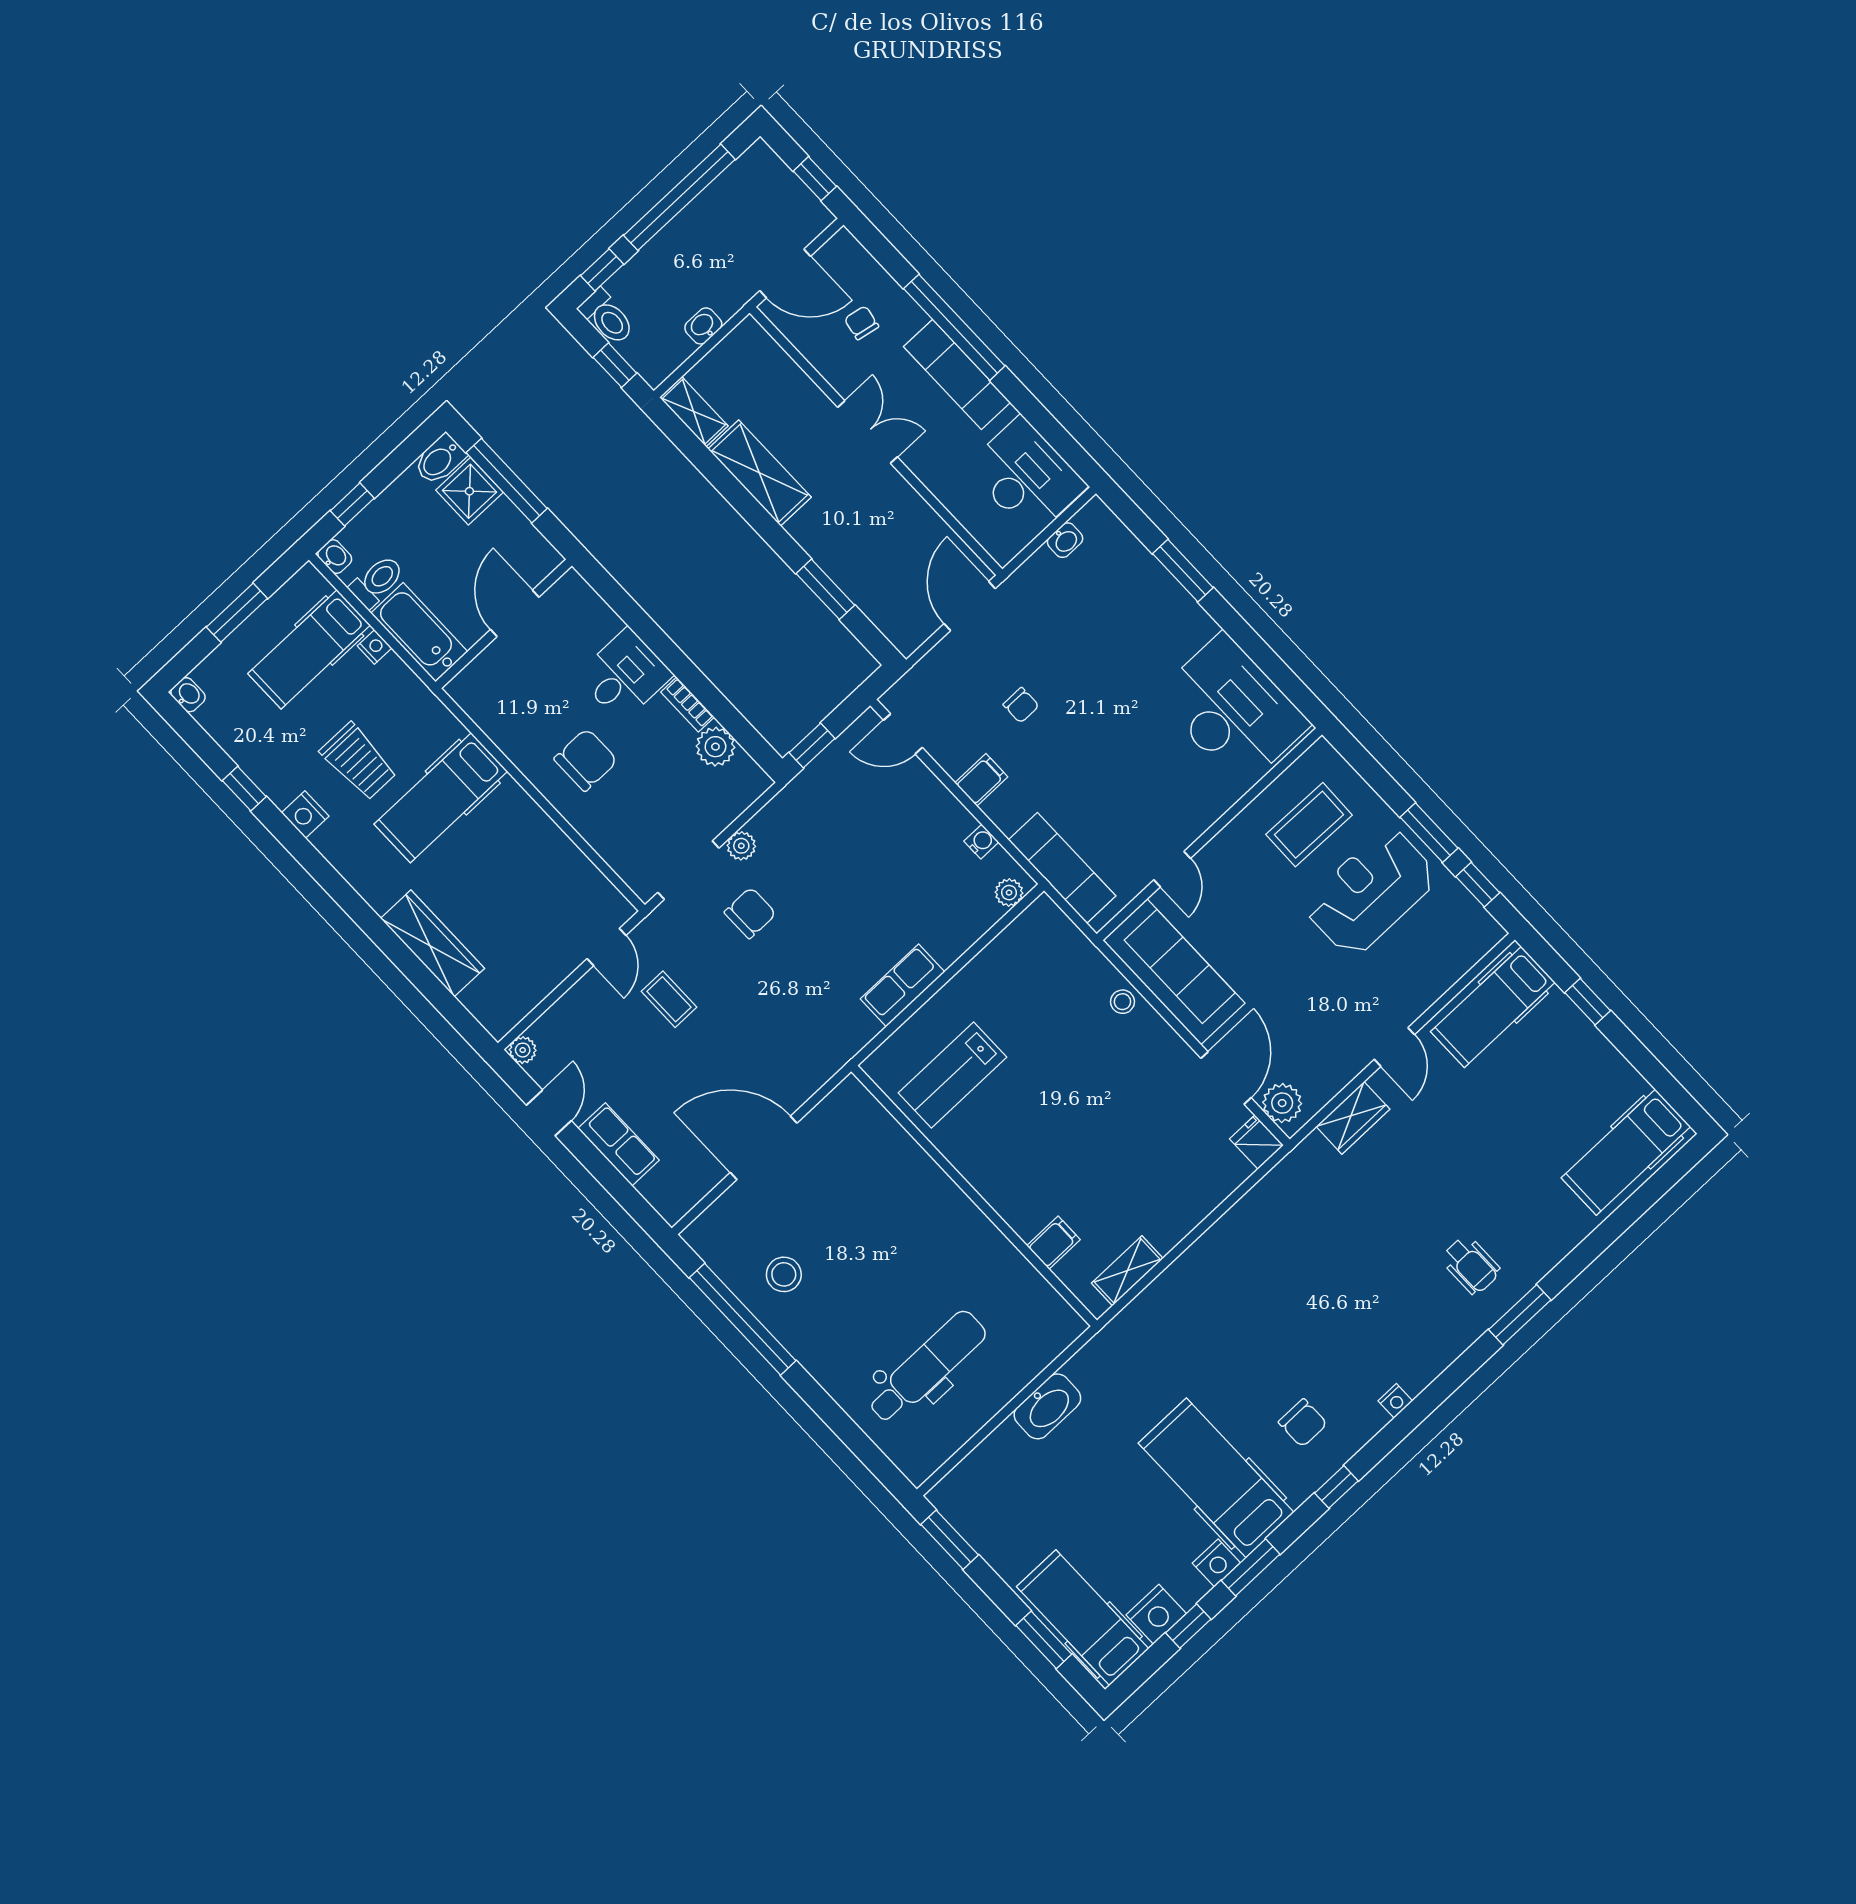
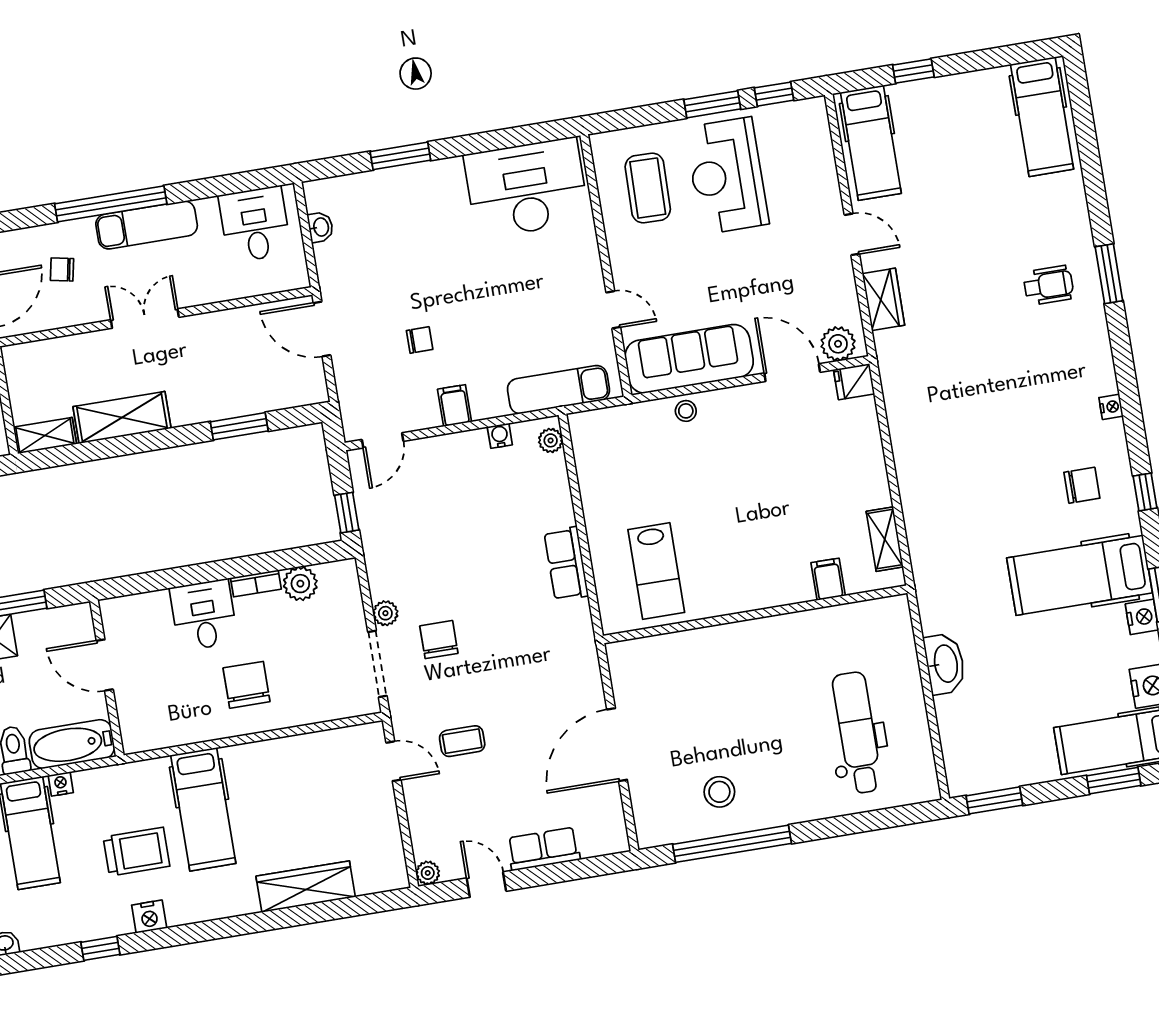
desk: (1026, 476) -> (255, 224), width x0.73

